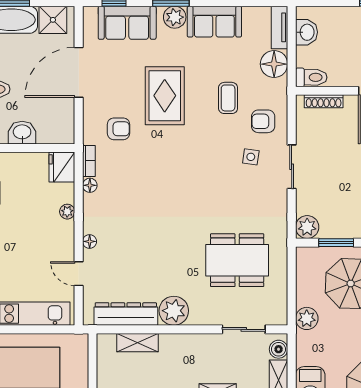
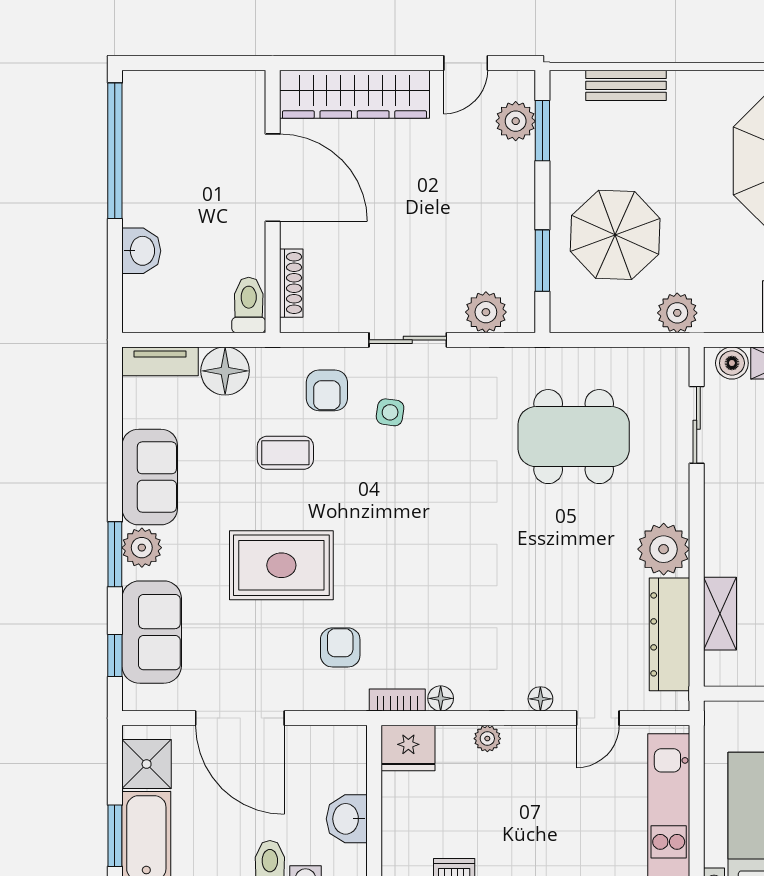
washbasin: (306, 32) -> (141, 251), moved, turned 90
plant: (307, 227) -> (486, 312), moved
dining table: (237, 260) -> (574, 437), turned 90

